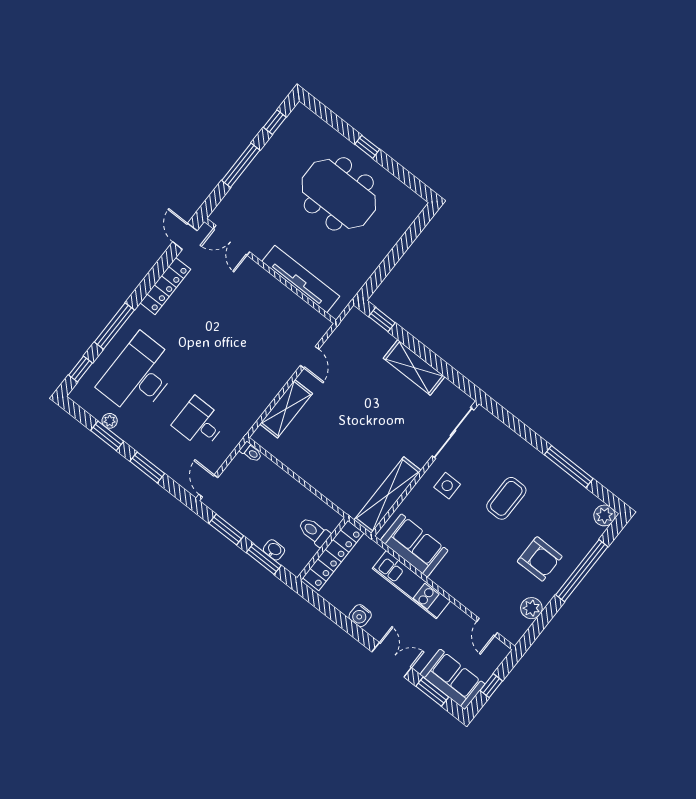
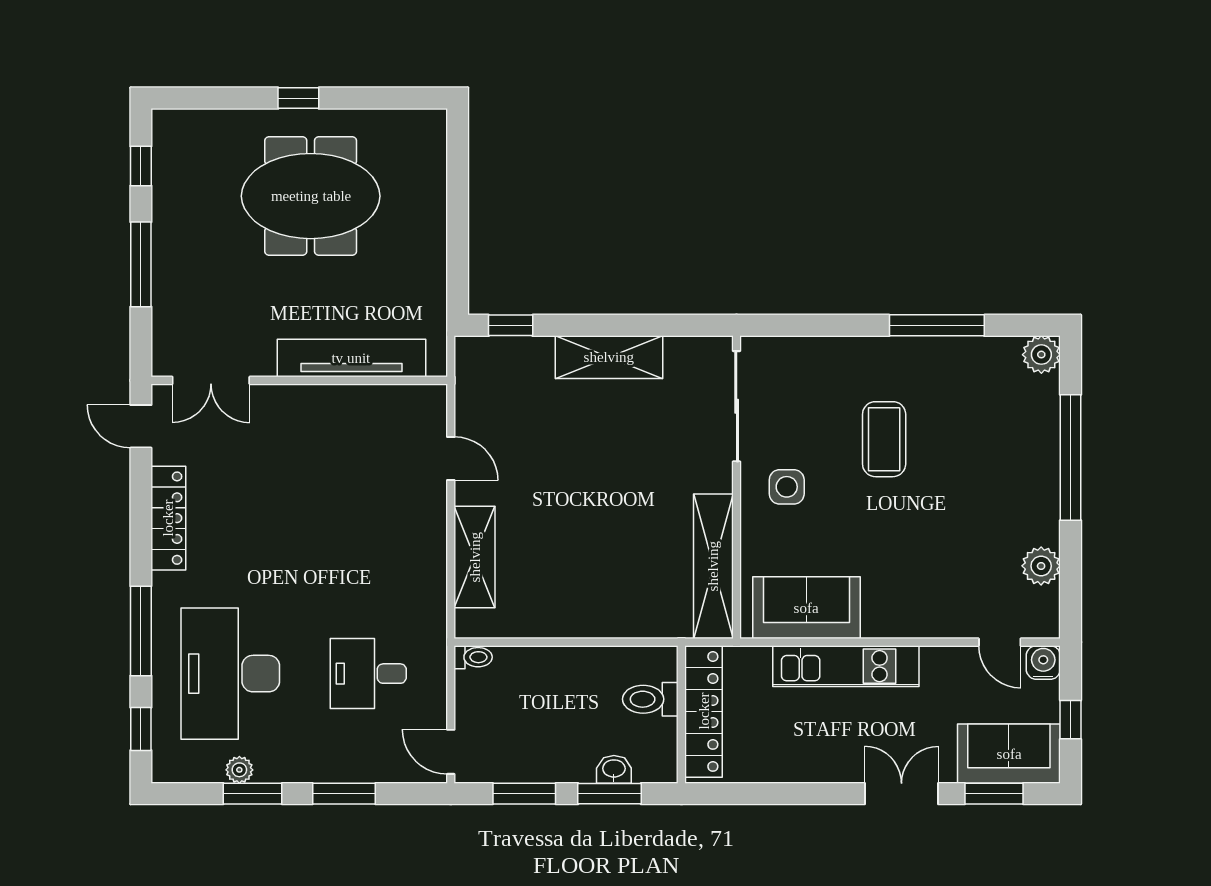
armchair: (540, 559) -> (998, 488), removed
water cooler: (360, 616) -> (1043, 662), moved, turned 180

